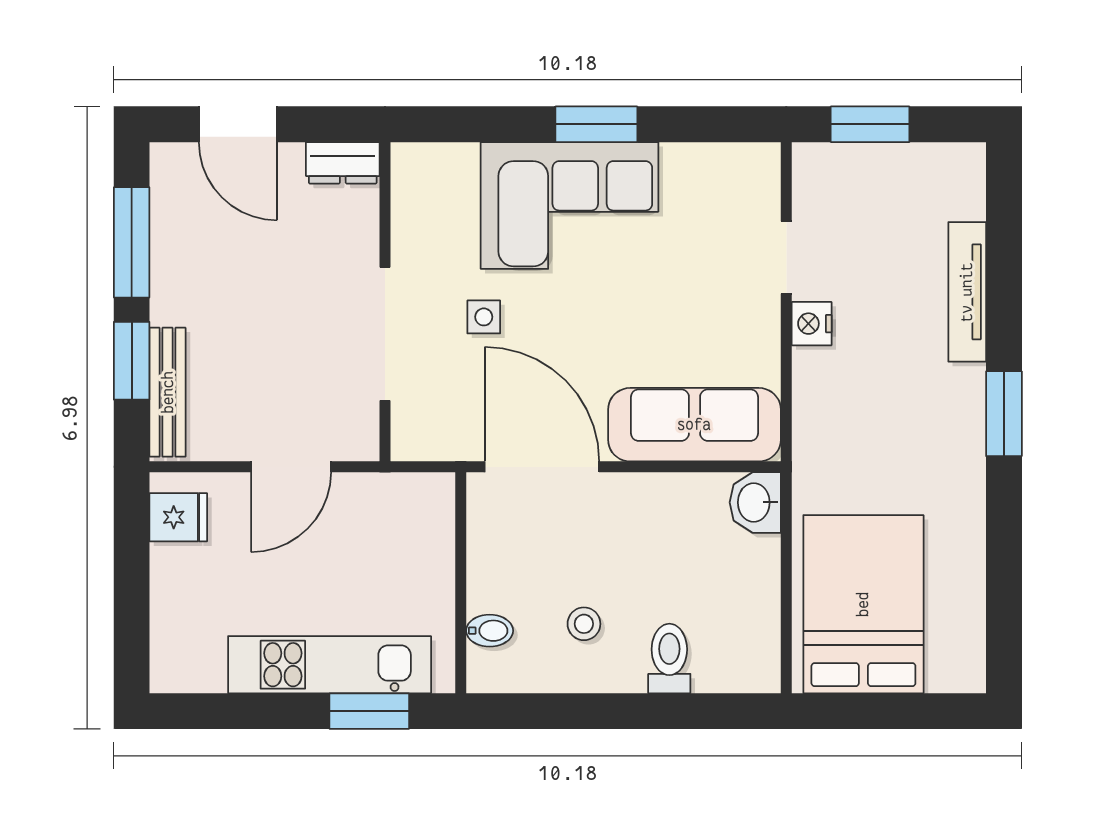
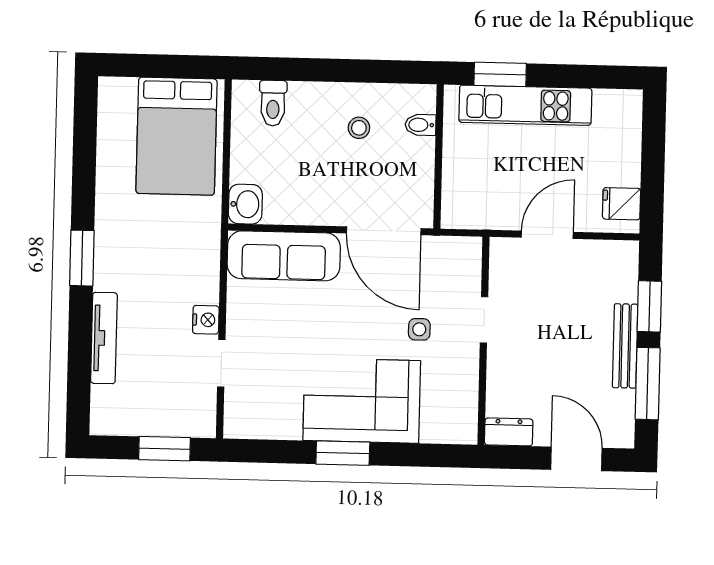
doorway: (385, 334) -> (484, 320), width x0.53
bench: (168, 392) -> (625, 346), moved
toilet: (669, 659) -> (273, 103), moved

